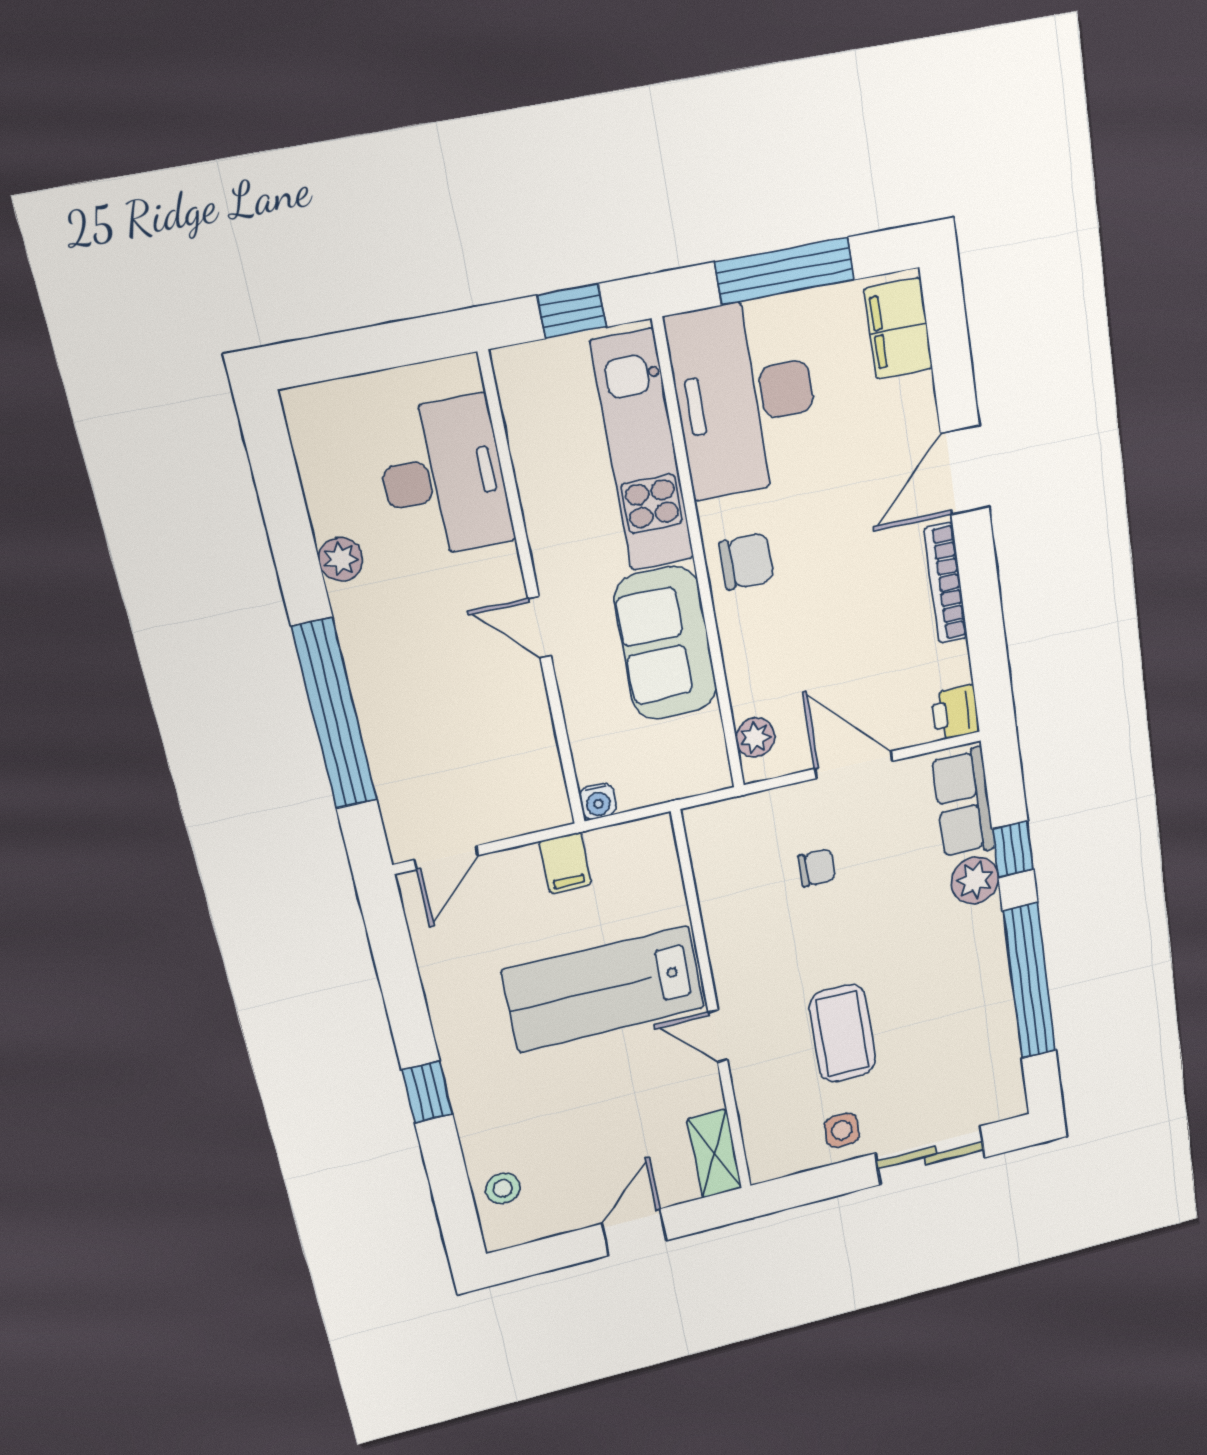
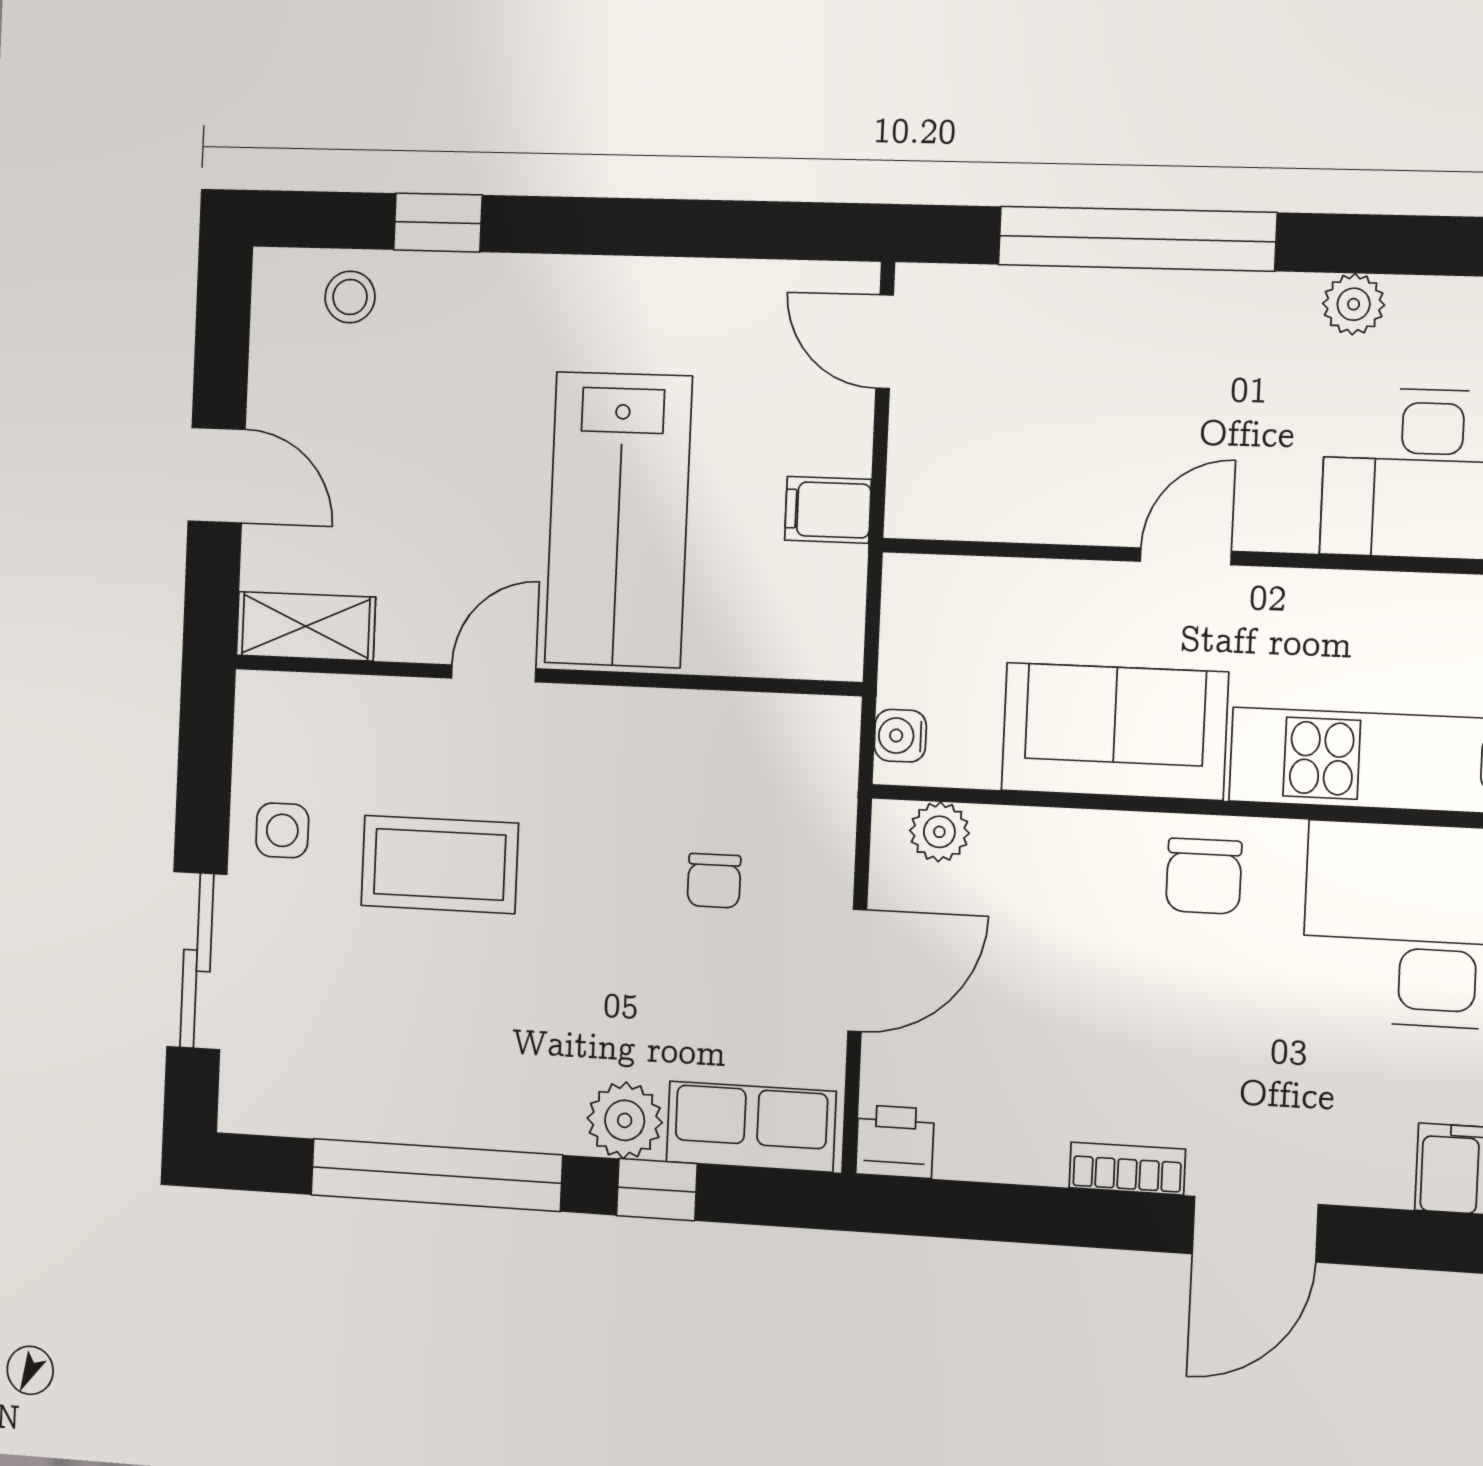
door: (965, 470) -> (1255, 1229), swing flipped
bookcase: (946, 583) -> (1127, 1169), width x0.64
water cooler: (598, 801) -> (900, 736), moved
lab bench: (603, 989) -> (618, 520), turned 180
window: (427, 1092) -> (438, 223), moved

